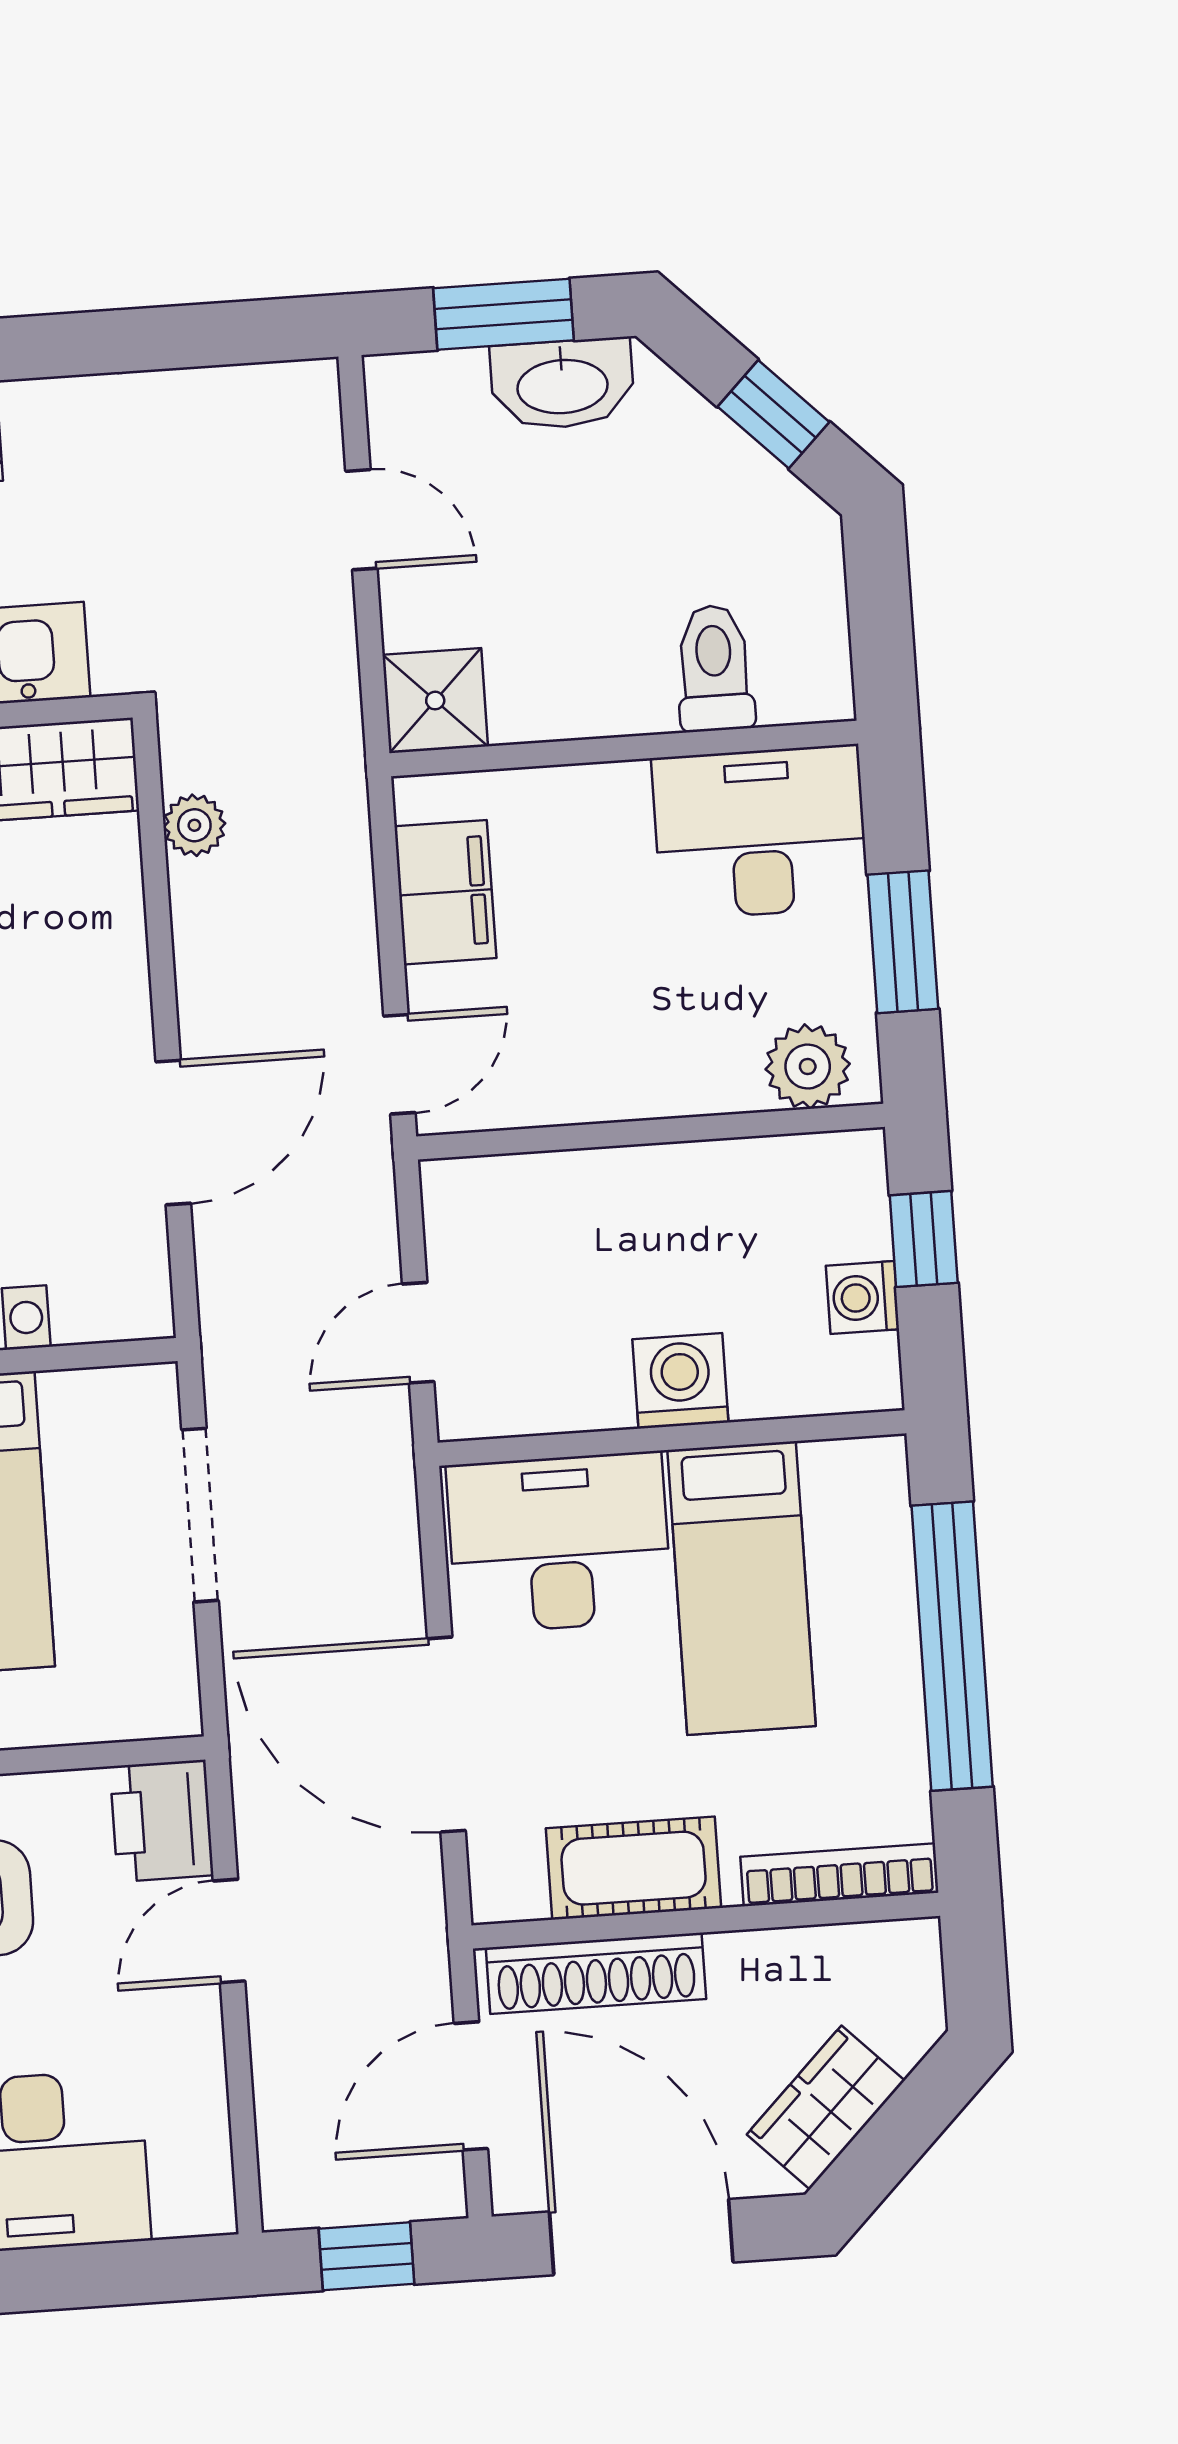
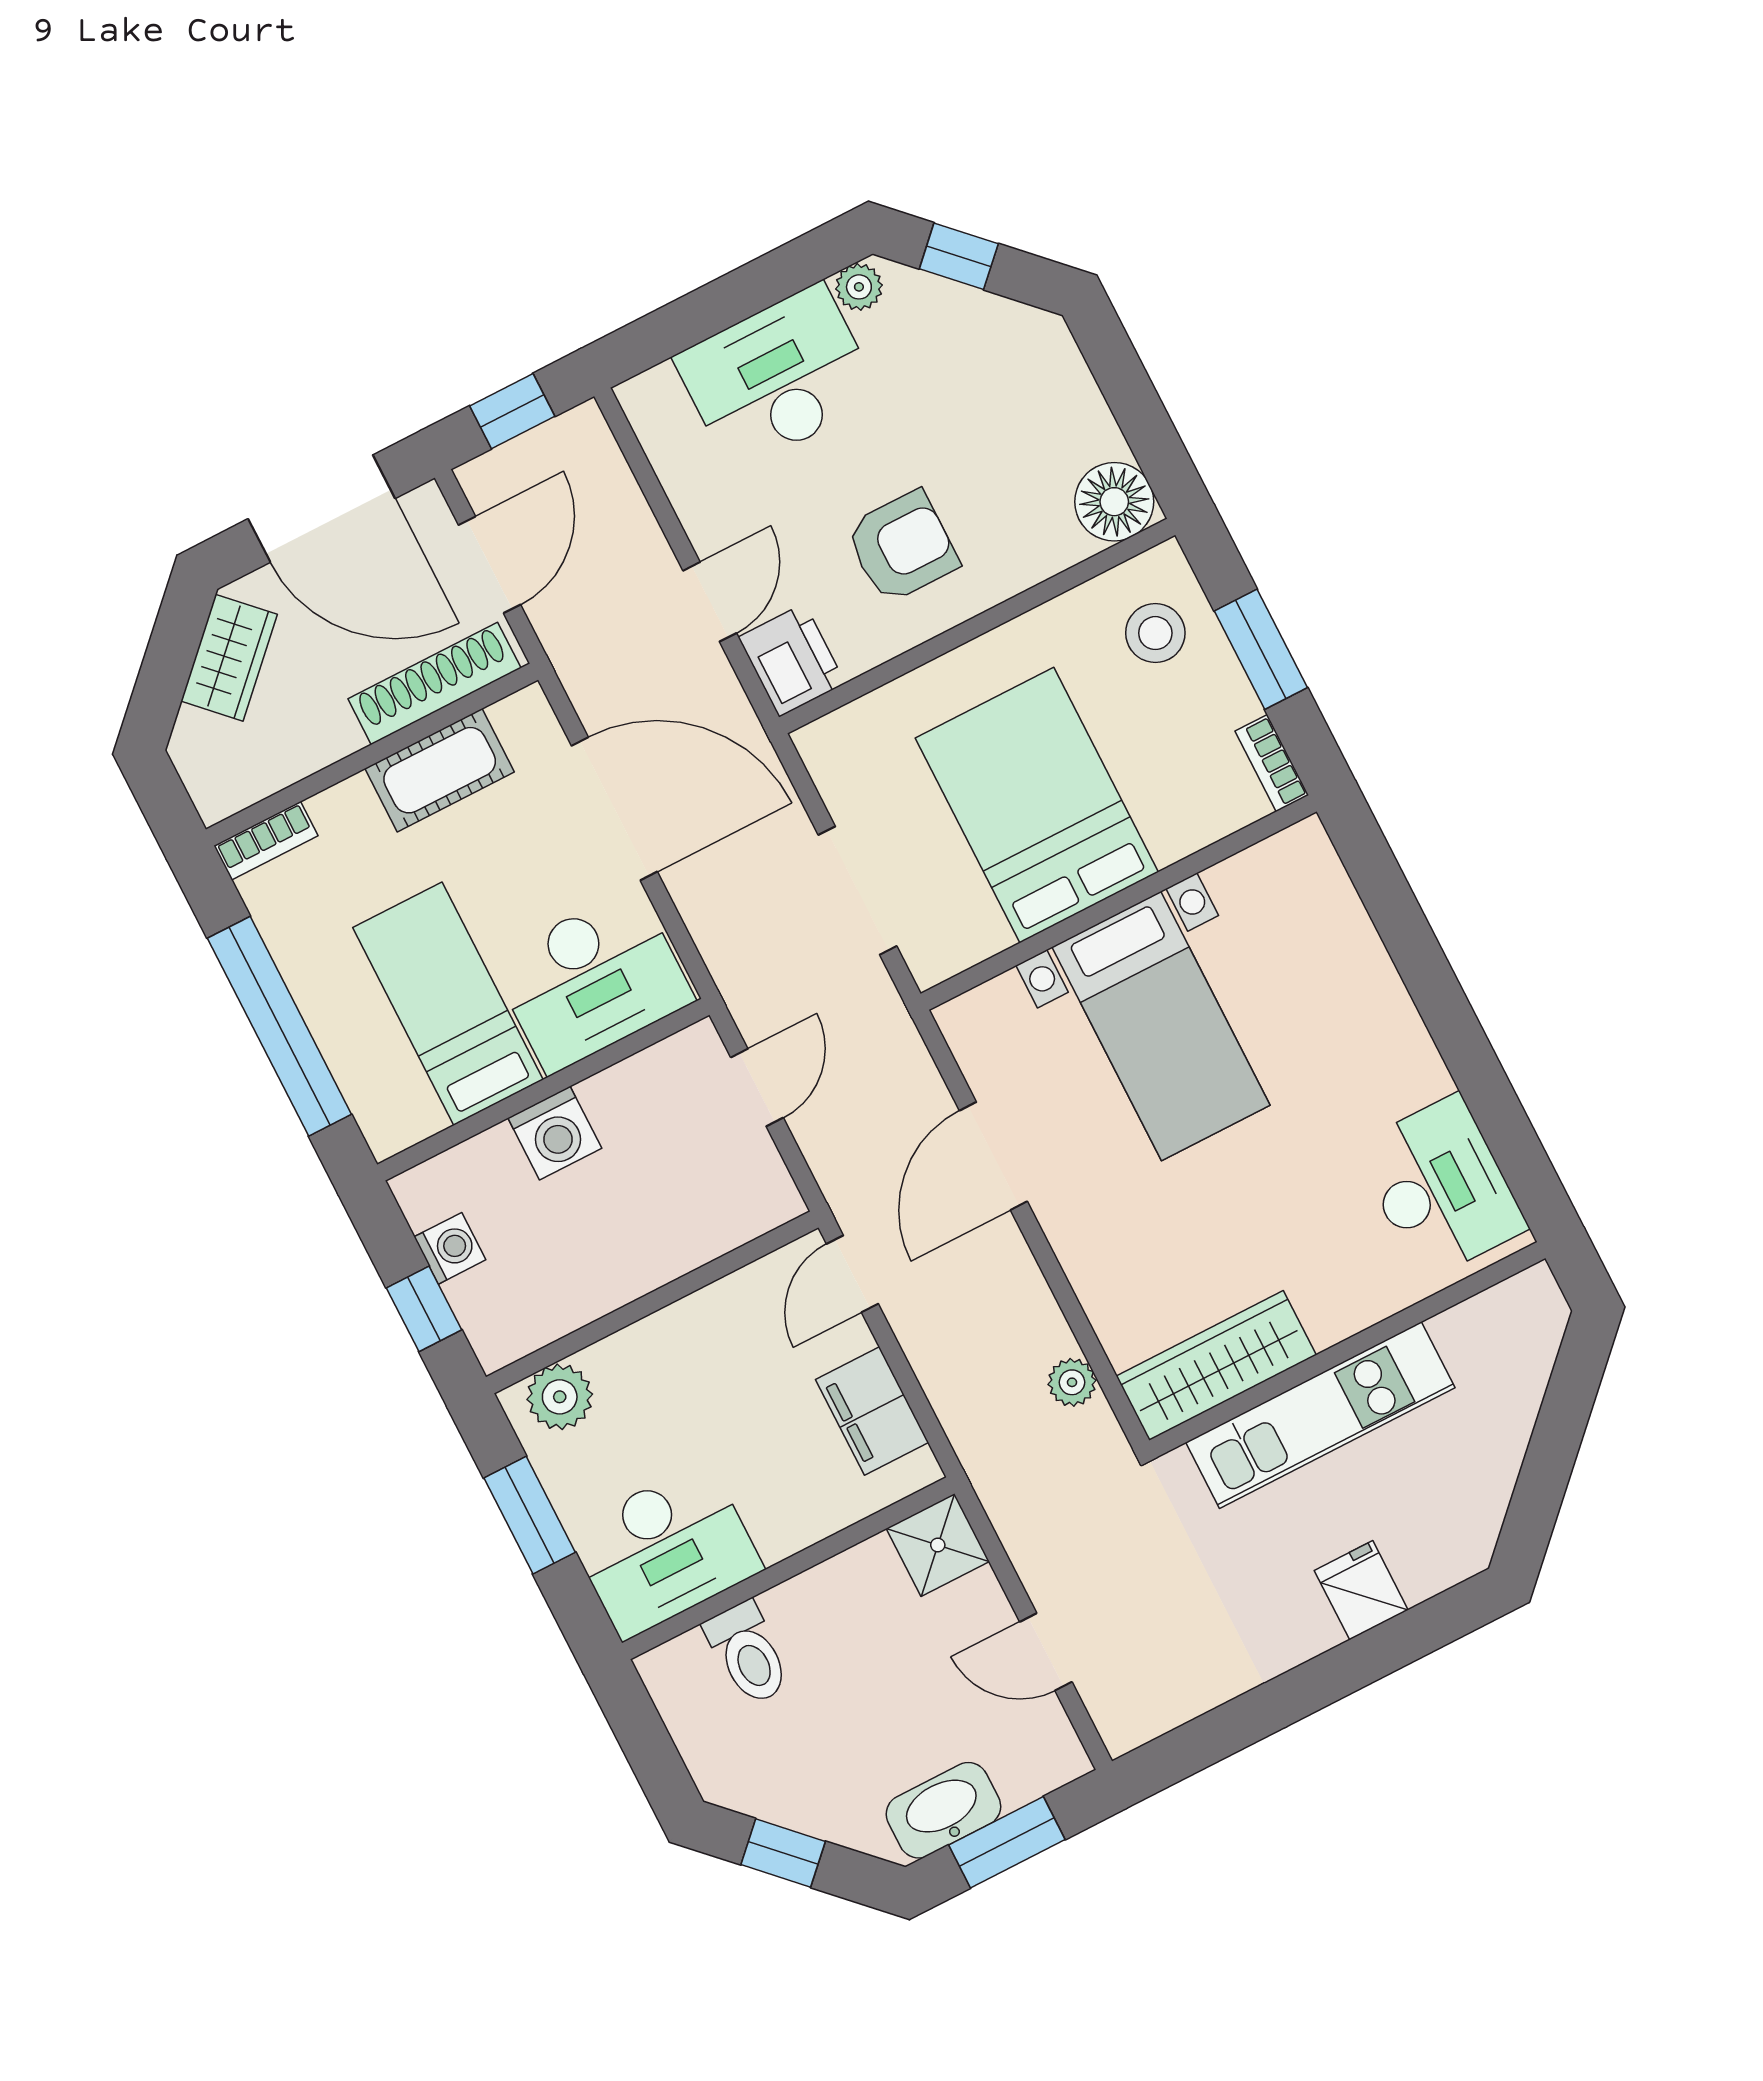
bookcase: (839, 1875) -> (266, 841), width x0.64

